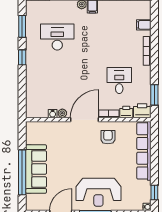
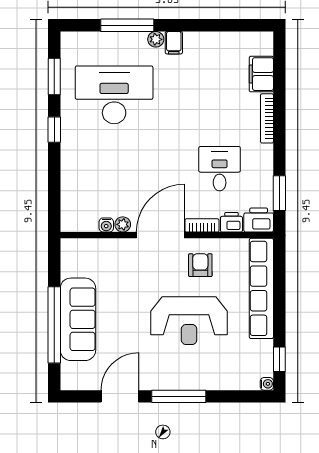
filing cabinet: (144, 25) -> (261, 74), width x2.00
desk: (57, 37) -> (114, 95), width x1.36, depth x1.30
reception desk: (98, 192) -> (189, 321), moved

